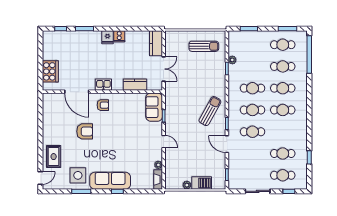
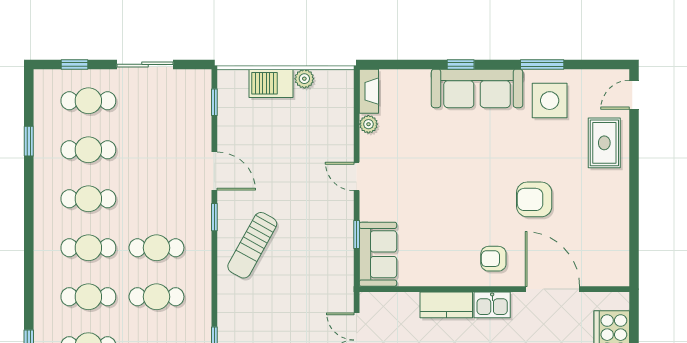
kitchen counter: (135, 85) -> (446, 305), moved
cafe table: (253, 132) -> (88, 199), moved

